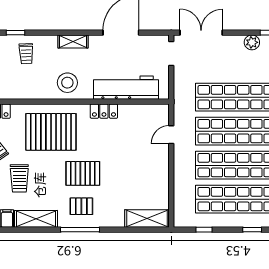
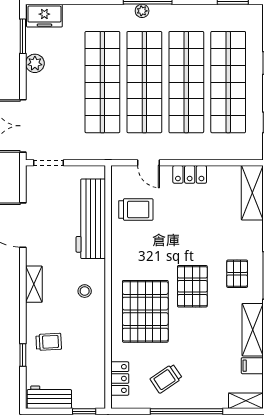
stool: (67, 83) -> (85, 291), width x0.53, depth x0.53
locker: (104, 111) -> (190, 174), moved, turned 90
pallet: (83, 173) -> (192, 286), moved
trolley: (19, 178) -> (136, 210), moved

